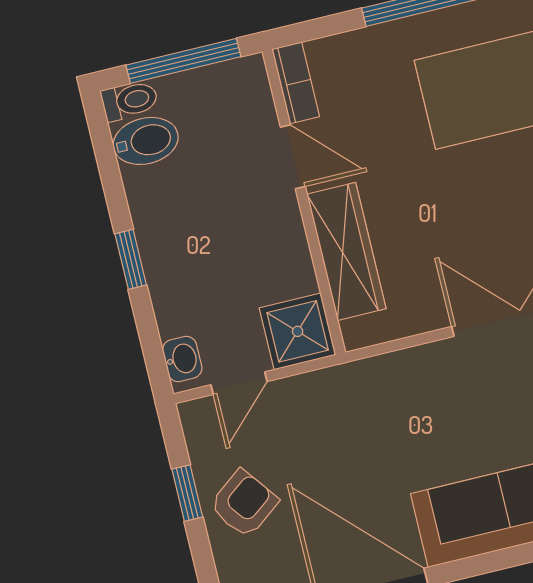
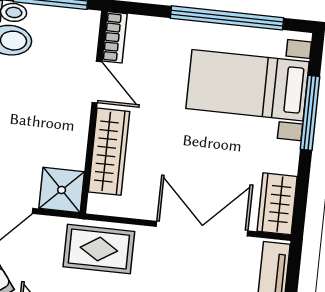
rug: (382, 398) -> (99, 249), added

